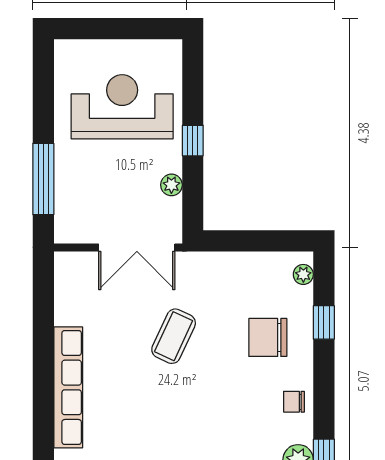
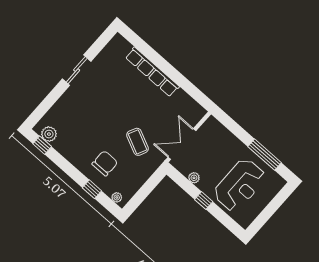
window: (43, 179) -> (265, 155), moved
coffee table: (174, 336) -> (138, 142), moved
chair: (294, 402) -> (72, 152), removed

